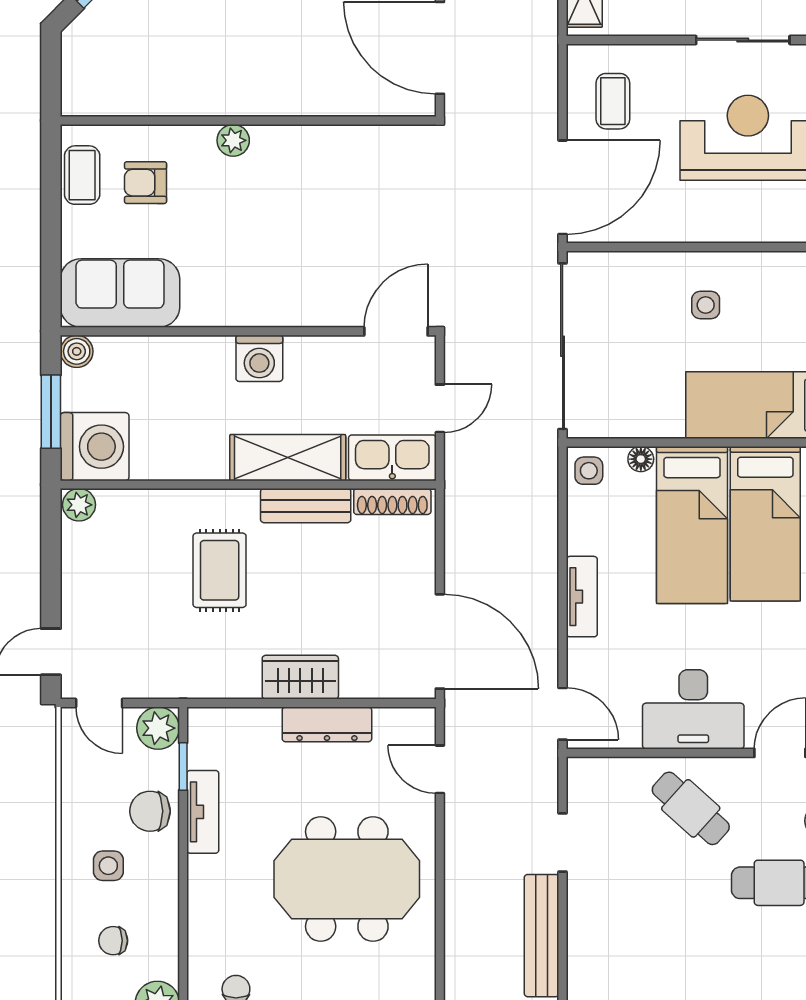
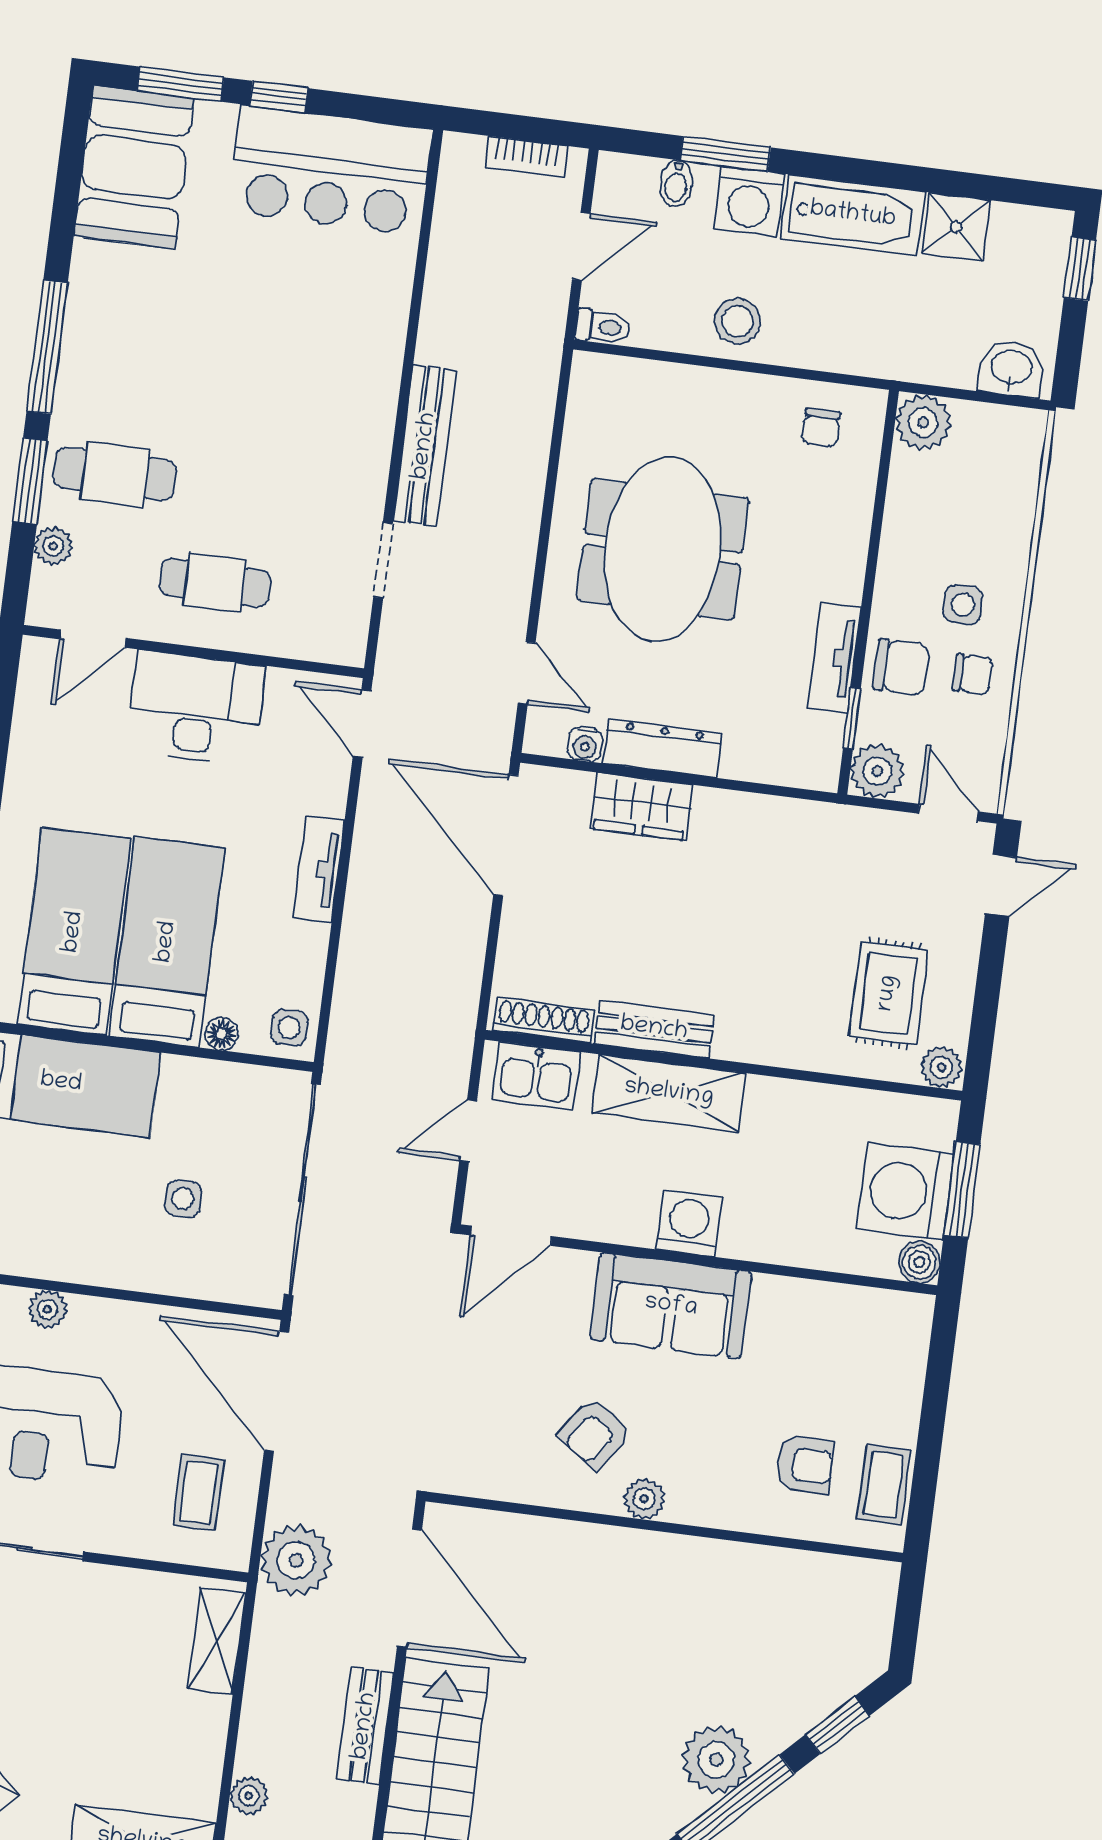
plant: (531, 58) -> (296, 1560), added
plant: (233, 140) -> (644, 1499), moved
armchair: (311, 186) -> (595, 1433), added
door: (563, 187) -> (277, 1391), hinge flipped
plant: (748, 228) -> (47, 1309), added
sofa: (120, 293) -> (671, 1306), moved
side table: (706, 305) -> (183, 1199), moved
washing machine: (95, 447) -> (905, 1191), moved
kitchen sink: (392, 458) -> (536, 1076), width x0.73
rug: (220, 570) -> (888, 993), moved
wardrobe: (300, 677) -> (641, 806), moved
water cooler: (388, 720) -> (585, 744), added
cafe table: (691, 808) -> (215, 583), turned -42
meeting table: (347, 879) -> (663, 549), turned 90
chair: (113, 941) -> (973, 674), moved

